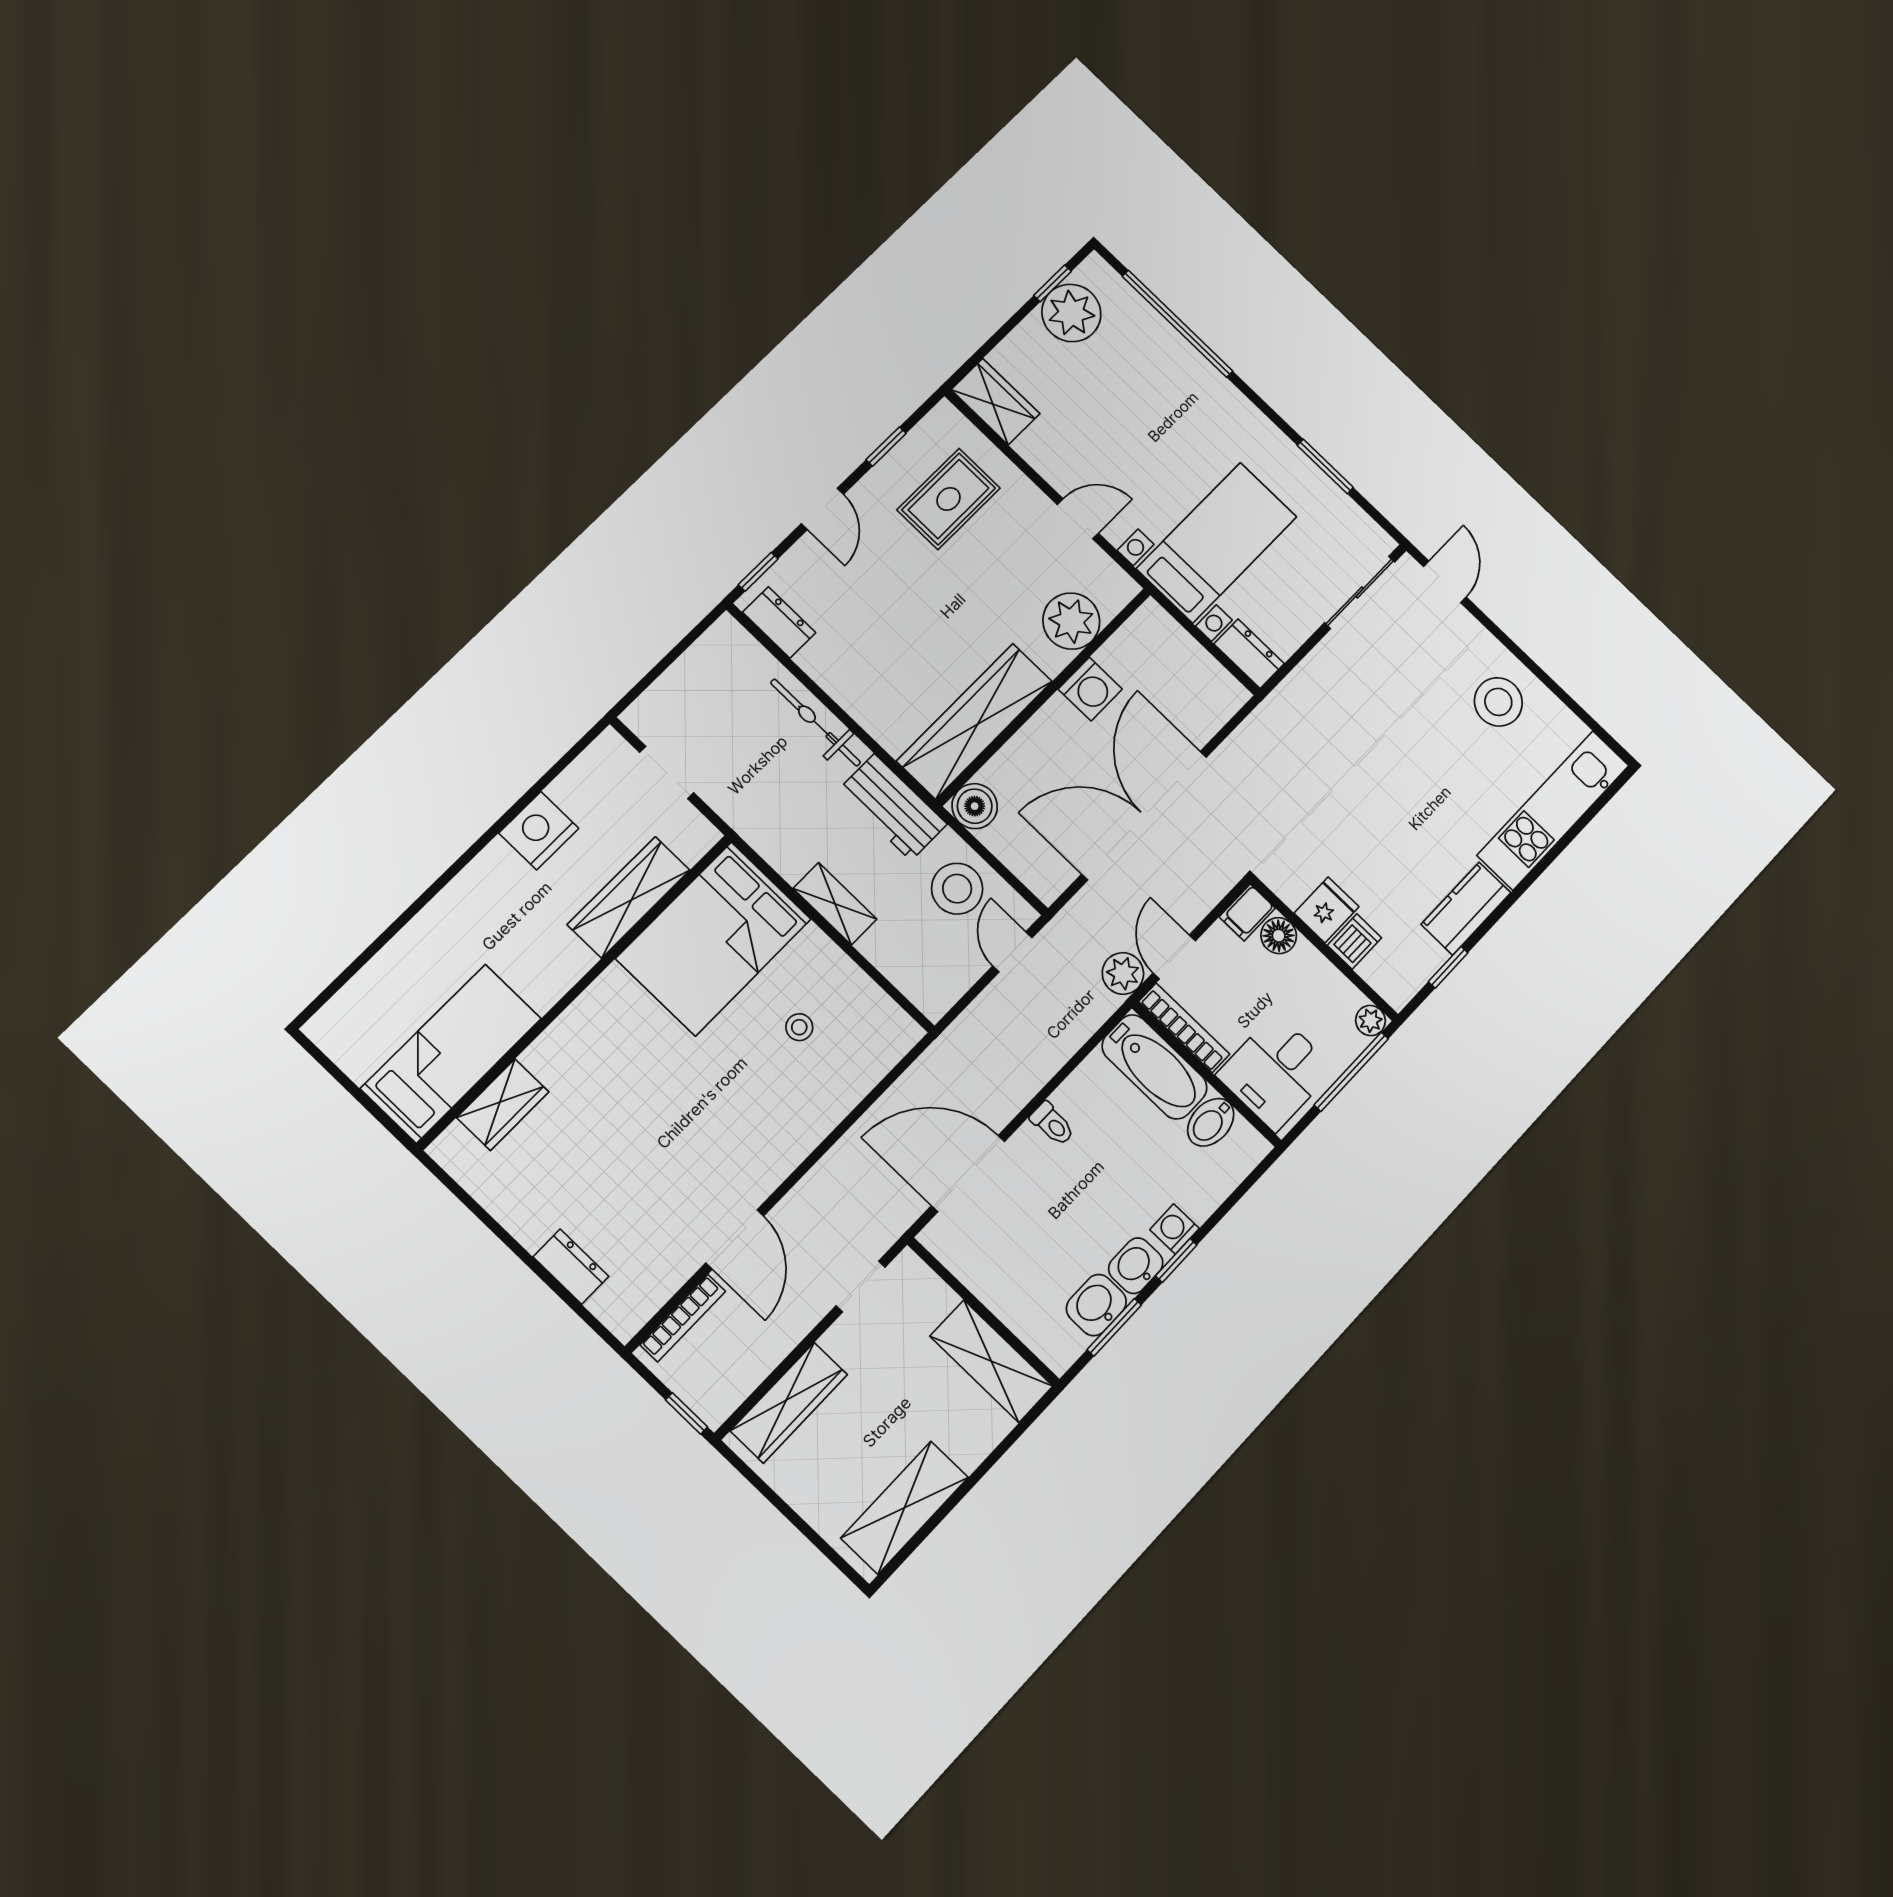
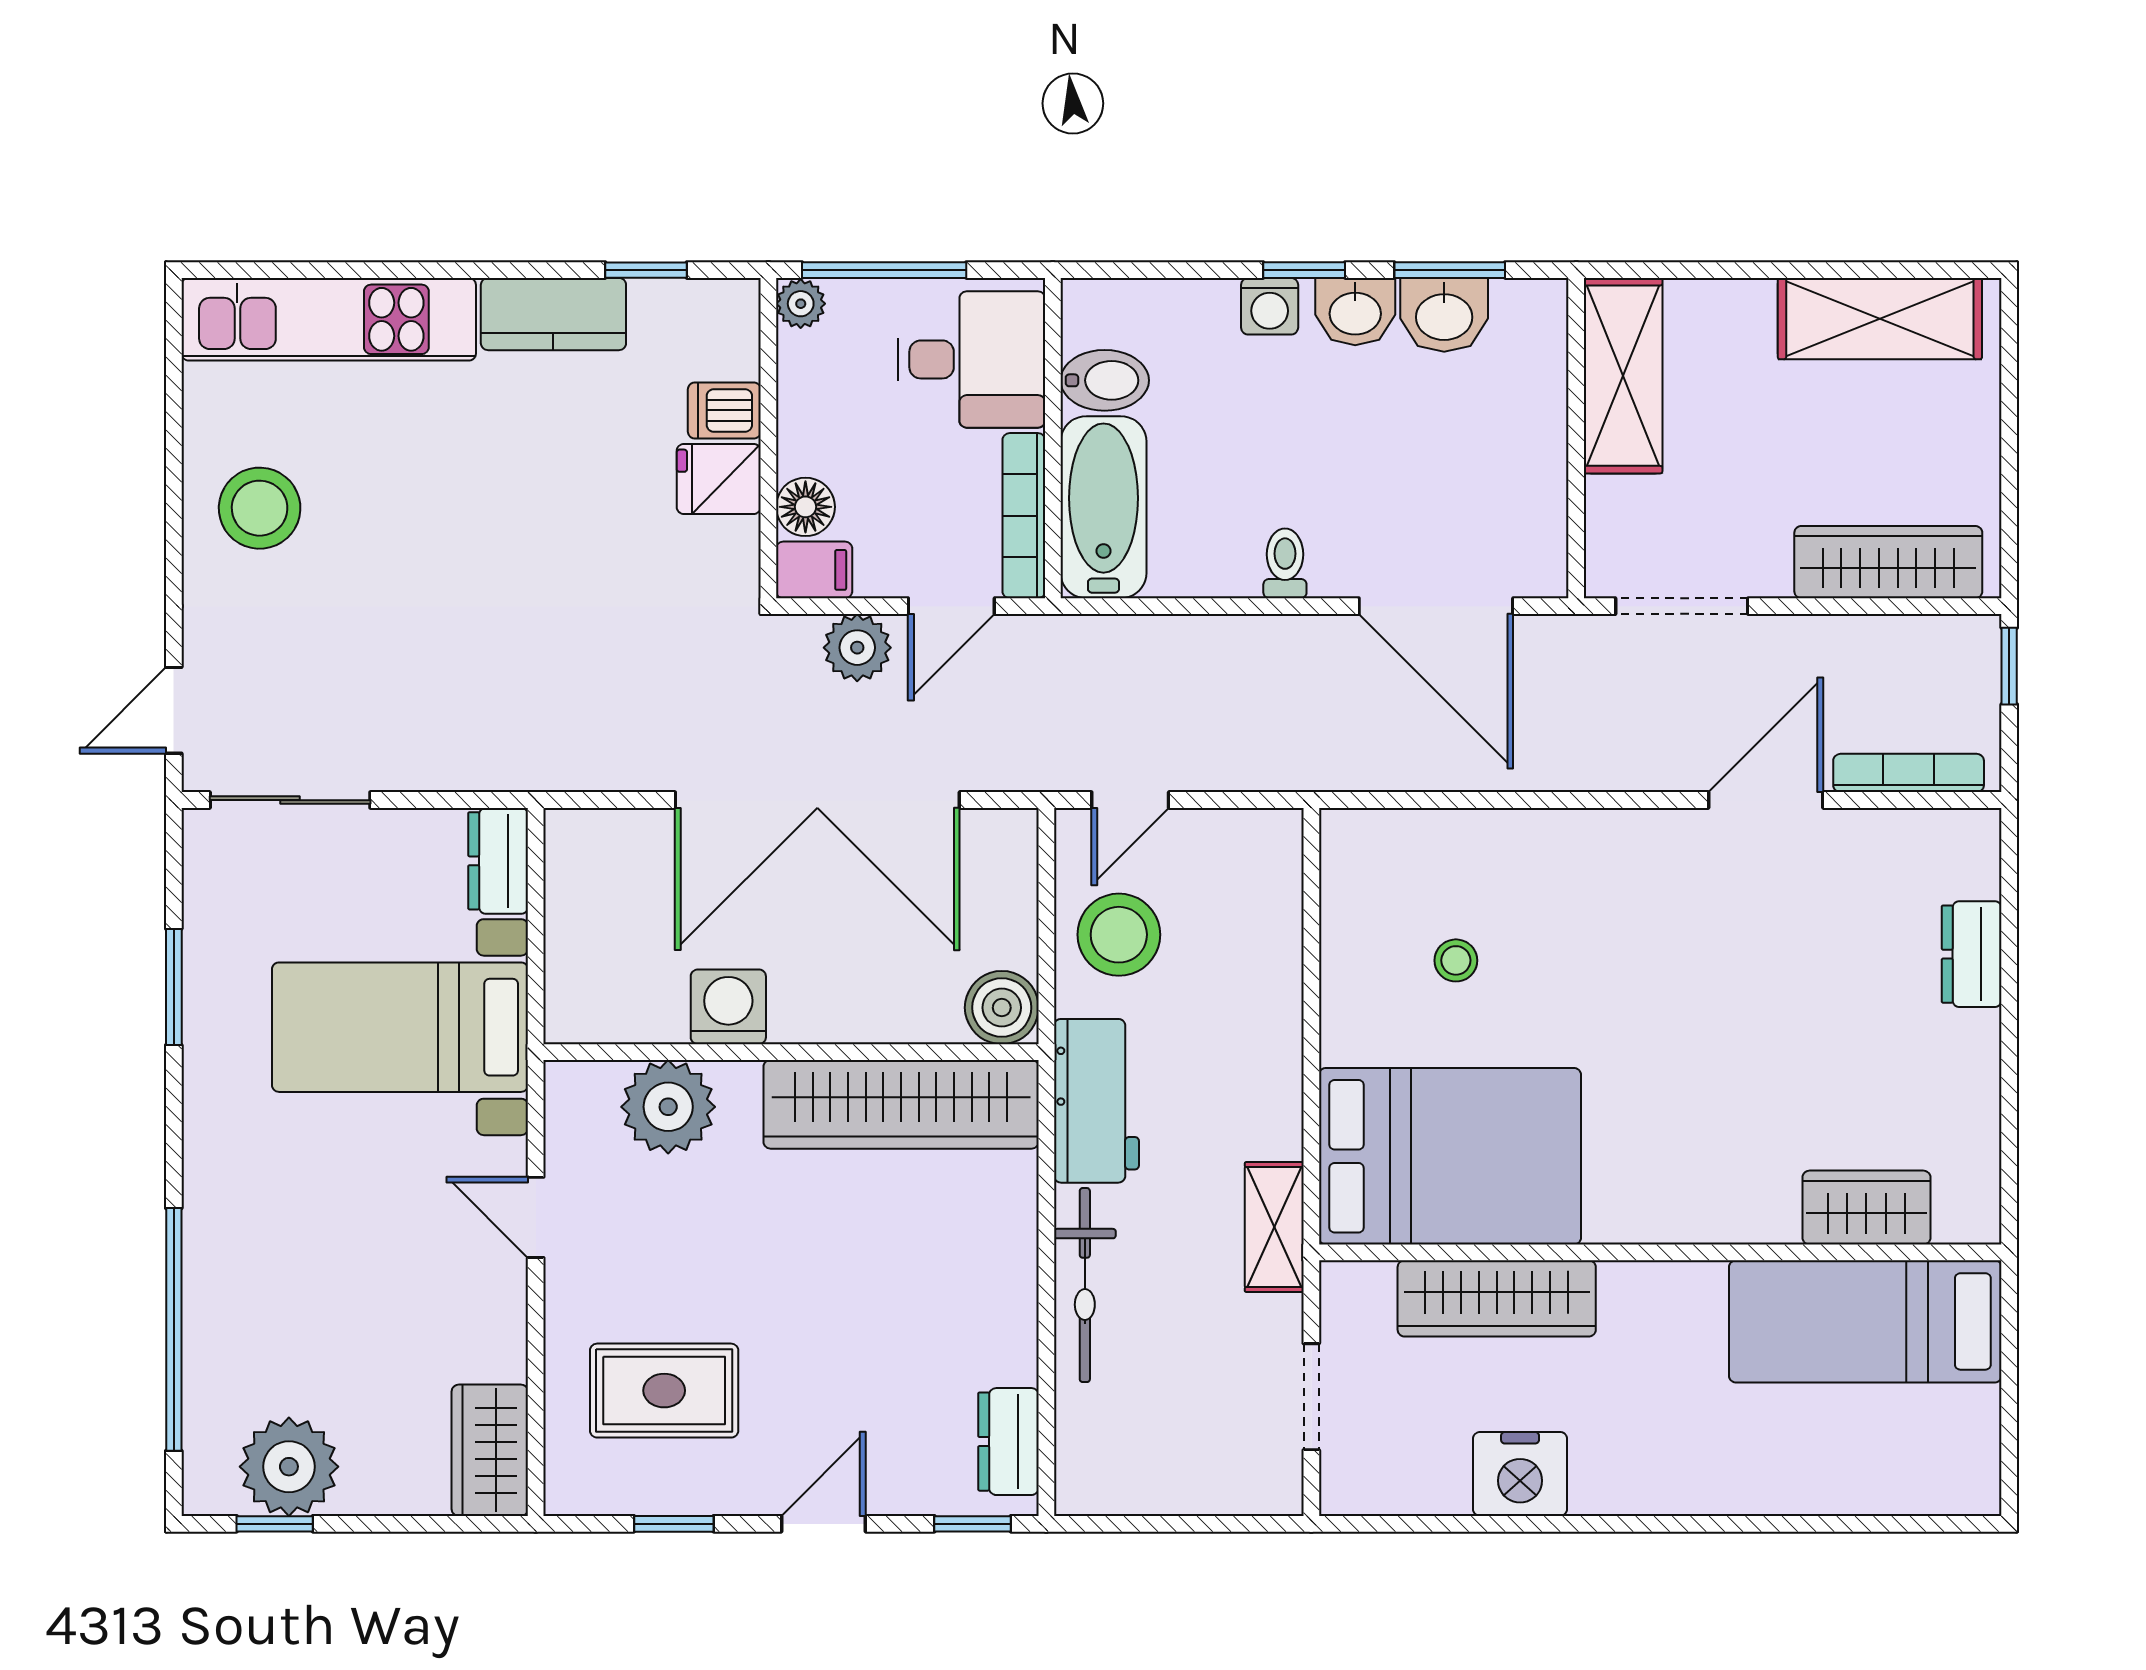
shelving: (835, 904) -> (1274, 1227), moved
plant: (1123, 973) -> (857, 648), moved
doorway: (861, 1286) -> (1682, 606), width x1.38

